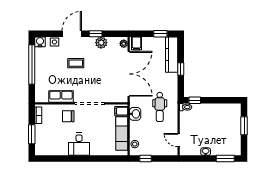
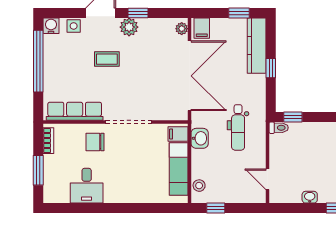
plant: (101, 43) -> (129, 27), moved
row of seats: (61, 97) -> (75, 111), width x1.48
desk: (79, 144) -> (87, 186), moved

